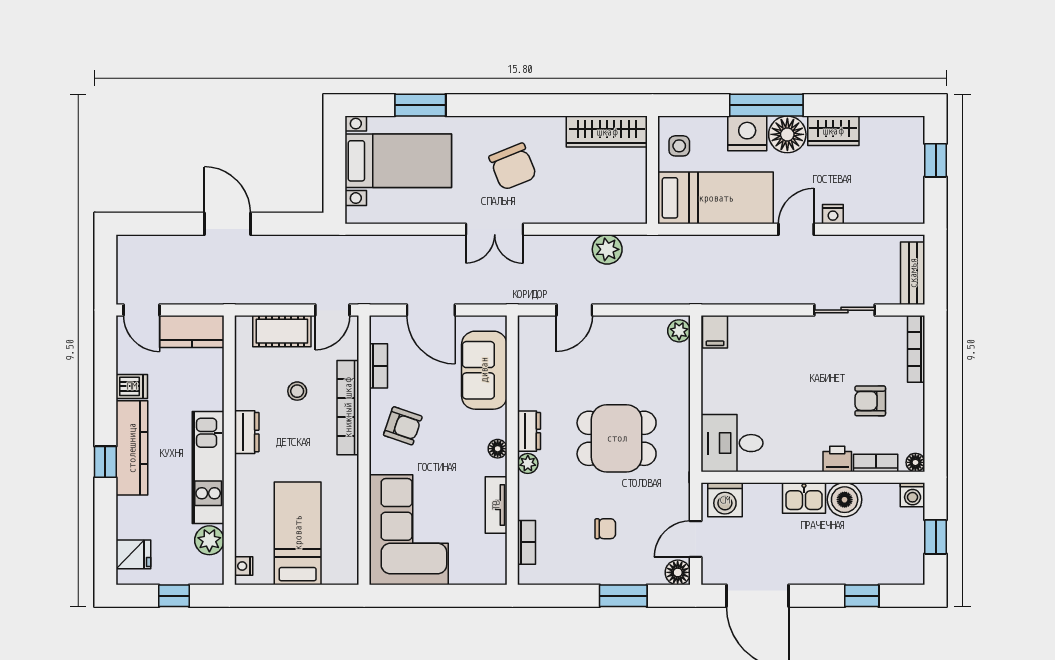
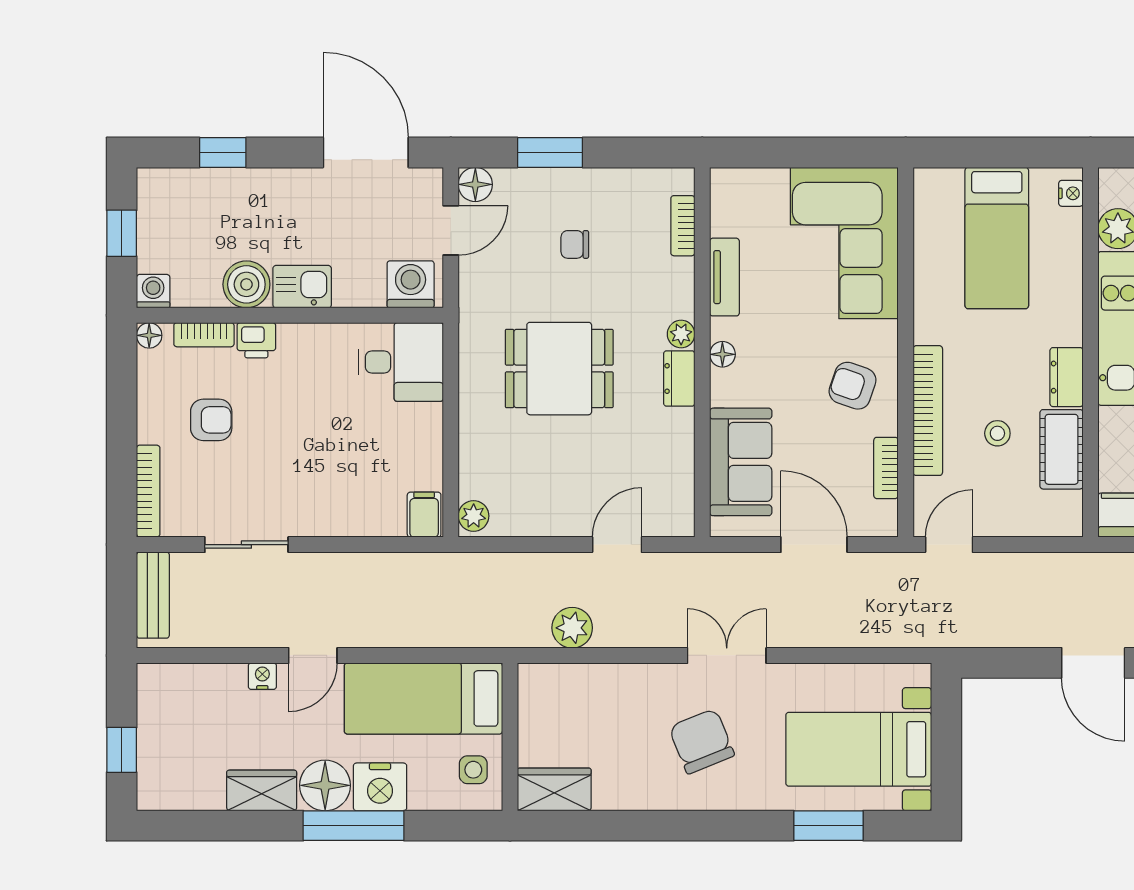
wardrobe: (607, 132) -> (554, 789), width x0.67
cot: (282, 331) -> (1062, 449), moved, turned 90

